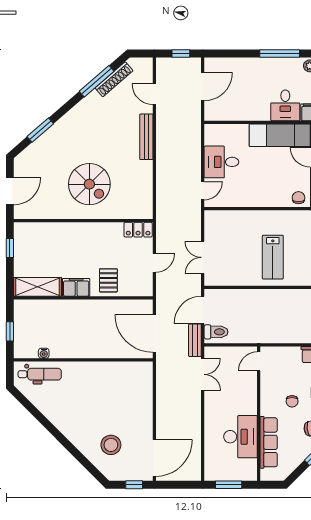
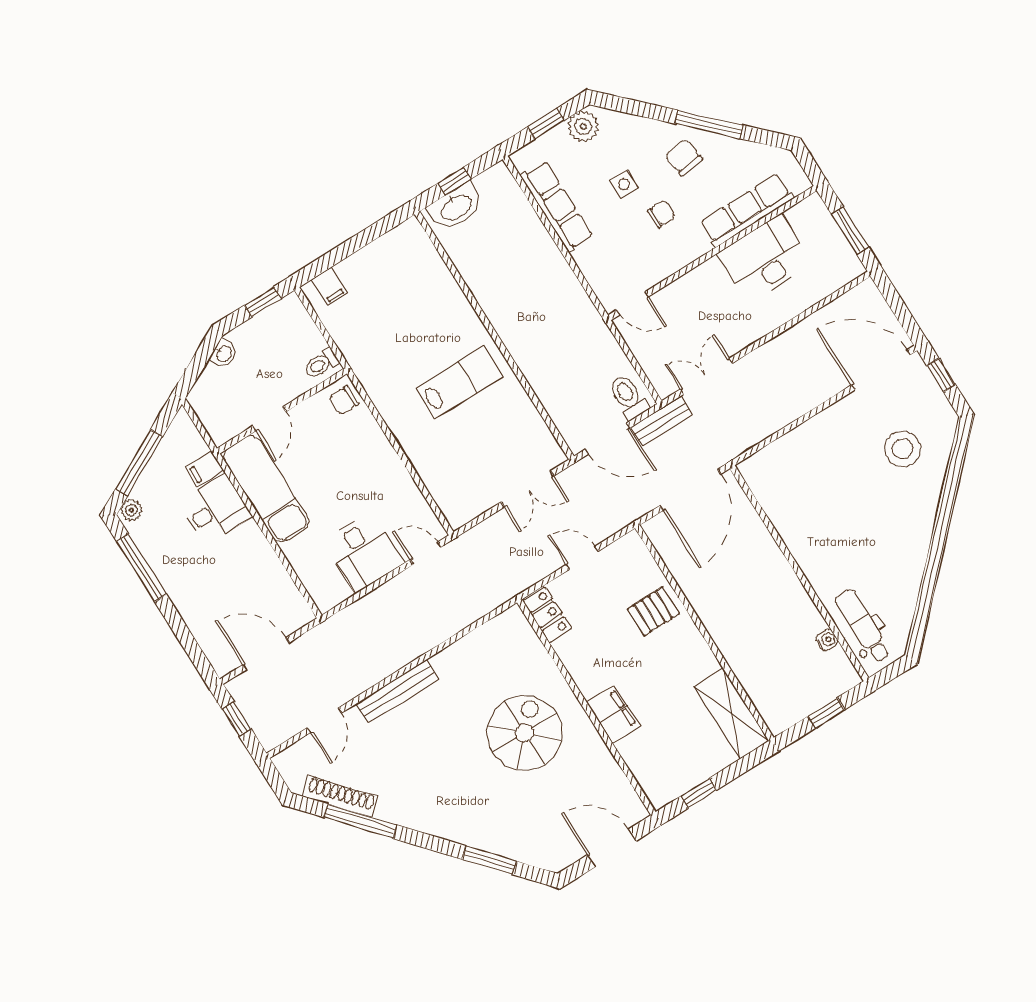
filing cabinet: (76, 287) -> (613, 714), moved, turned 180

